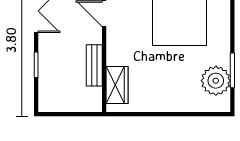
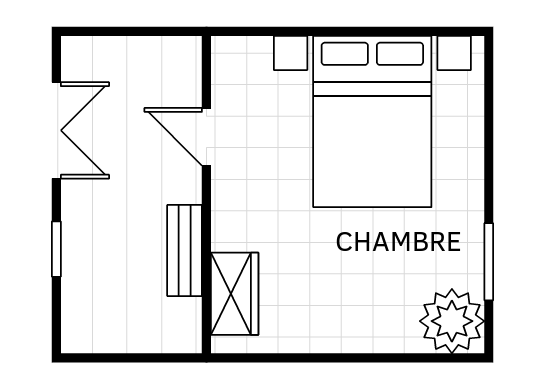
plant: (216, 81) -> (452, 321), moved

